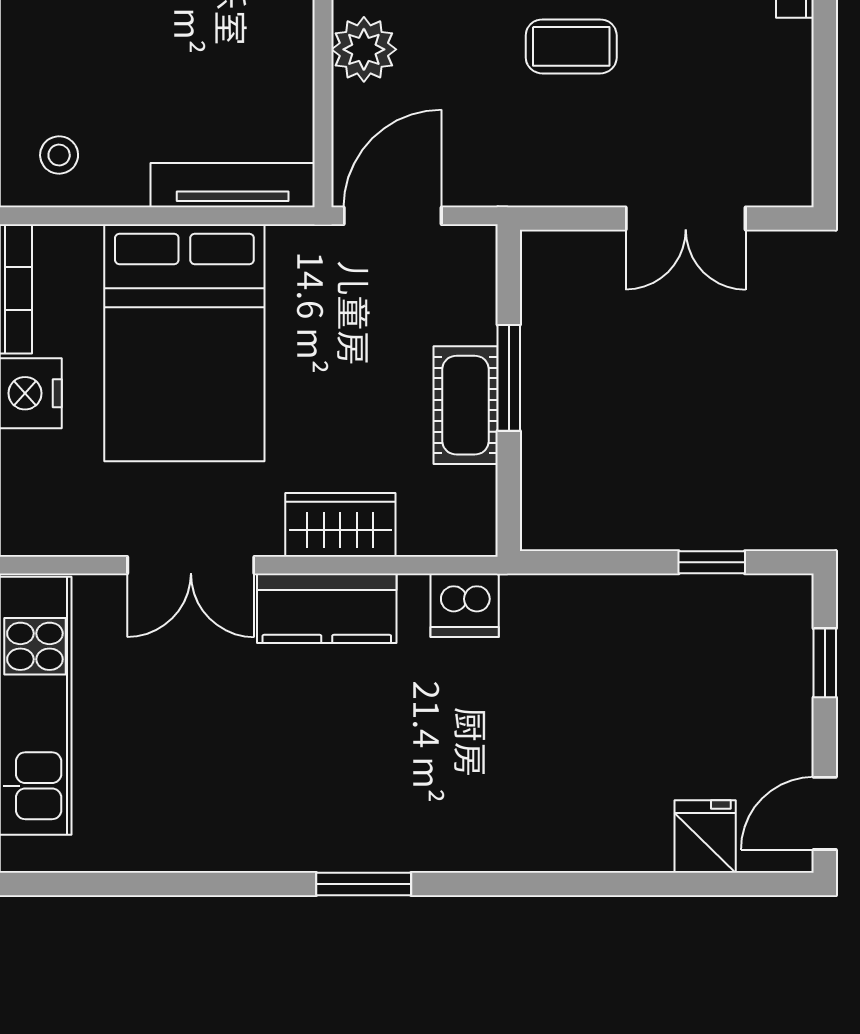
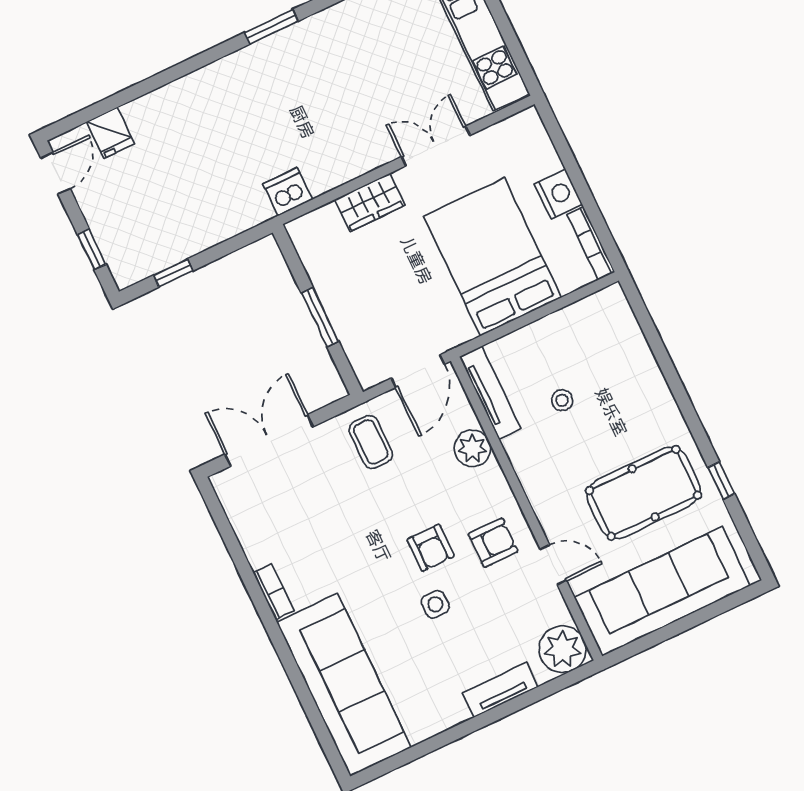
coffee table: (571, 46) -> (371, 442), moved, turned 90
stool: (59, 155) -> (562, 400), moved
tv unit: (233, 185) -> (490, 393), moved, turned -90
double door: (686, 219) -> (269, 440), width x1.37
cot: (466, 405) -> (335, 293), removed
kitchen counter: (327, 608) -> (357, 157), removed

